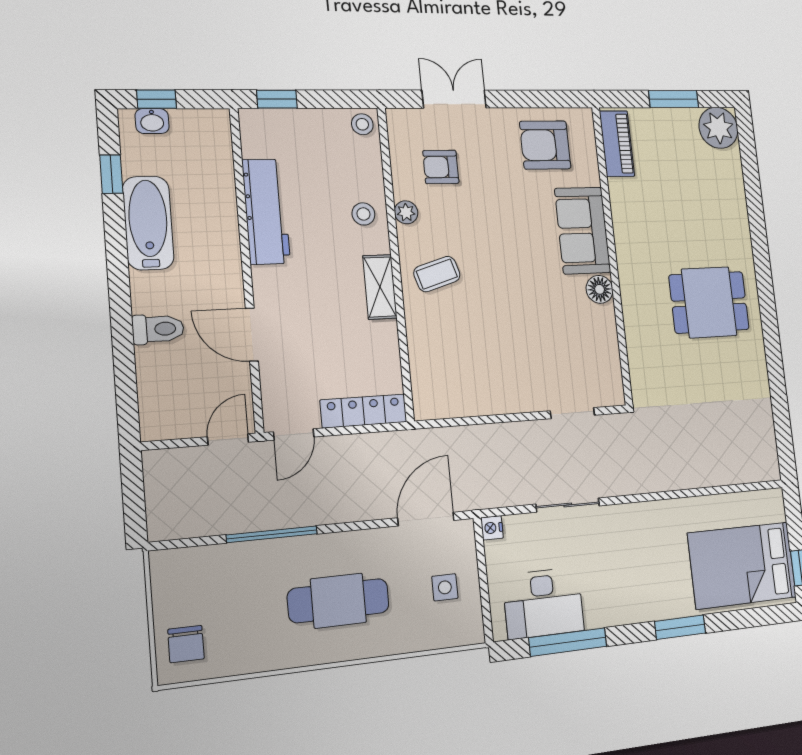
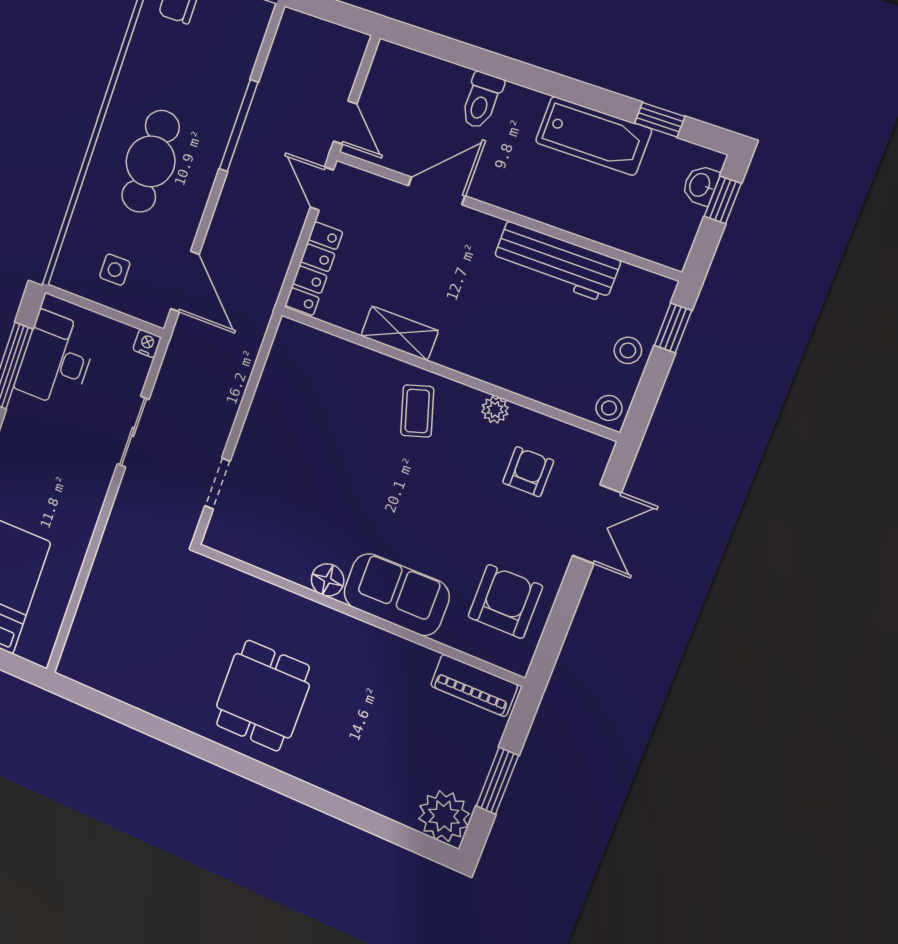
stool: (363, 214) -> (628, 350), moved
shelving: (380, 287) -> (400, 333), moved

